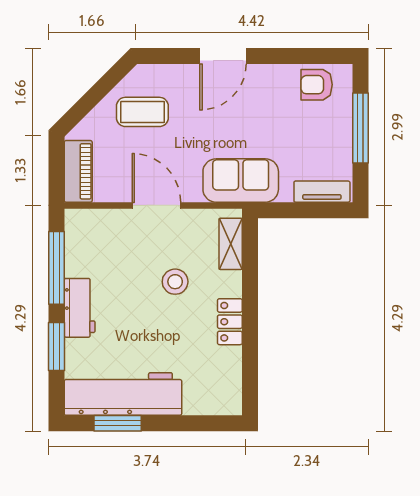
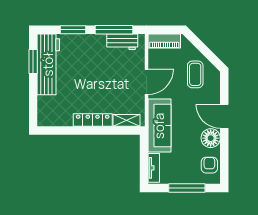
floor lamp: (265, 82) -> (211, 138), added
sofa: (241, 180) -> (159, 126), width x1.36
stool: (175, 282) -> (107, 91), removed
workbench: (80, 308) -> (122, 42), moved
locker: (230, 322) -> (93, 120), width x1.53

